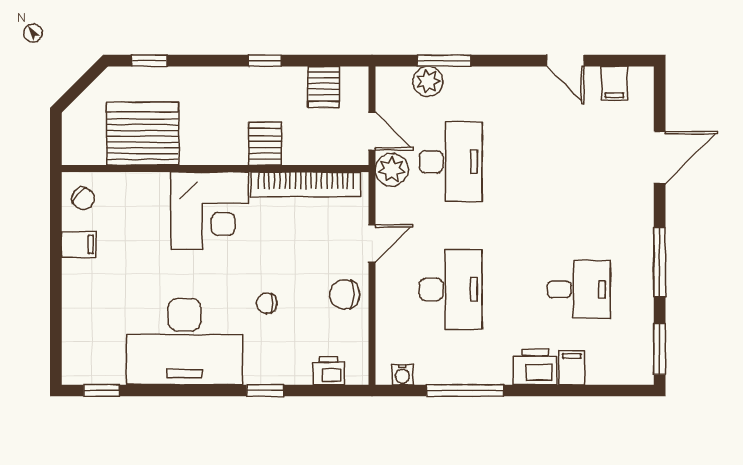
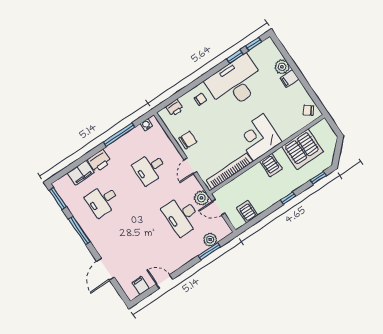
window: (265, 61) -> (288, 198), moved
server rack: (265, 143) -> (271, 165), moved
filing cabinet: (79, 245) -> (289, 79), moved
desk: (451, 289) -> (150, 168), width x0.73
chair: (267, 303) -> (200, 99), moved
plant: (78, 312) -> (282, 67), added
filing cabinet: (572, 368) -> (81, 173), width x2.00
window: (265, 390) -> (235, 57), moved

